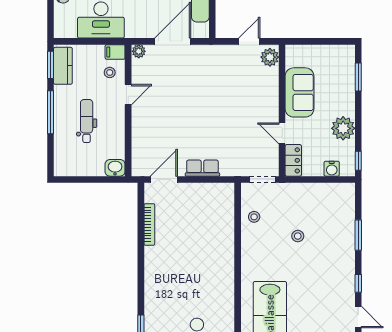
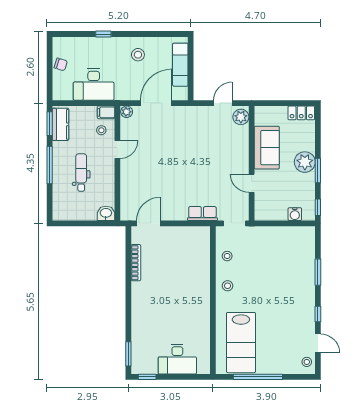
window: (358, 77) -> (318, 171), moved
plant: (343, 128) -> (305, 162), moved
locker: (293, 160) -> (301, 113), moved, turned 90
row of seats: (202, 168) -> (202, 214), moved
stool: (298, 236) -> (228, 286), moved

